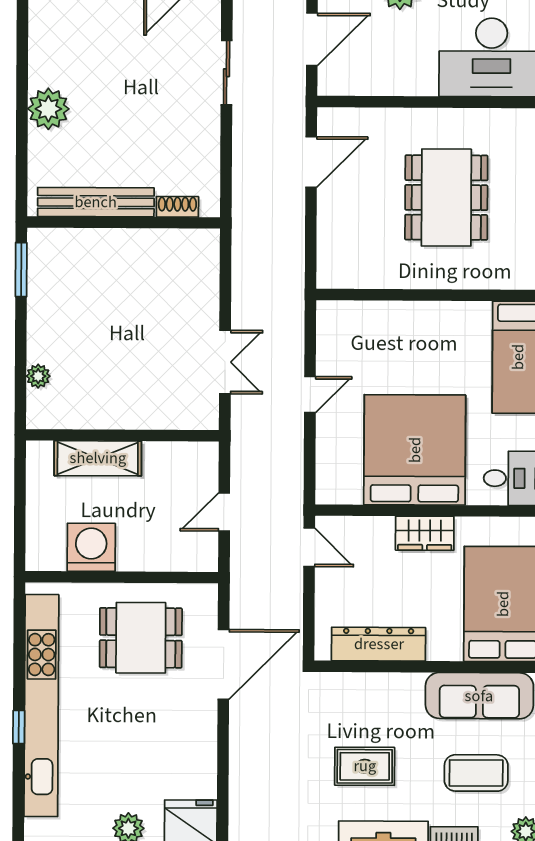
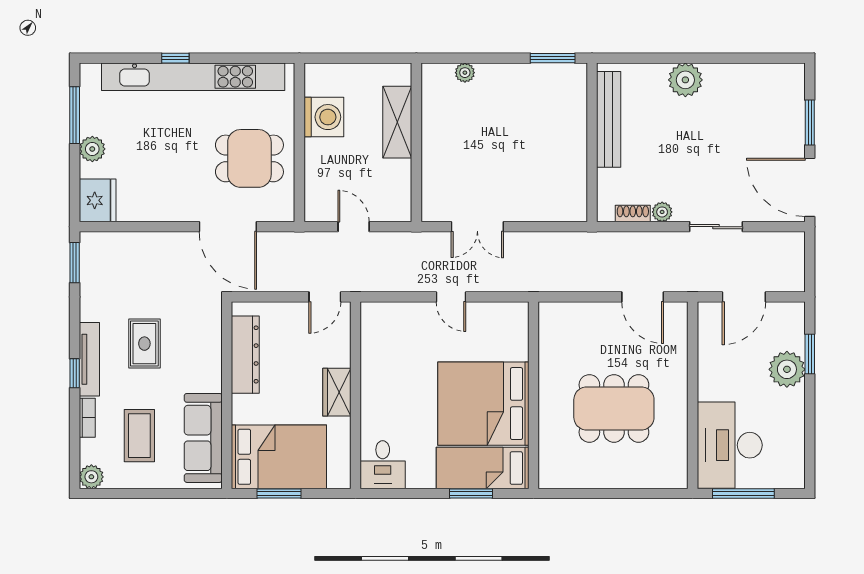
door: (312, 39) -> (744, 297), hinge flipped
plant: (208, 138) -> (662, 212), added
shoe rack: (177, 207) -> (633, 214), moved, turned -90
bed: (415, 450) -> (483, 404), moved, turned 180
dining table: (141, 638) -> (249, 158), turned 90

